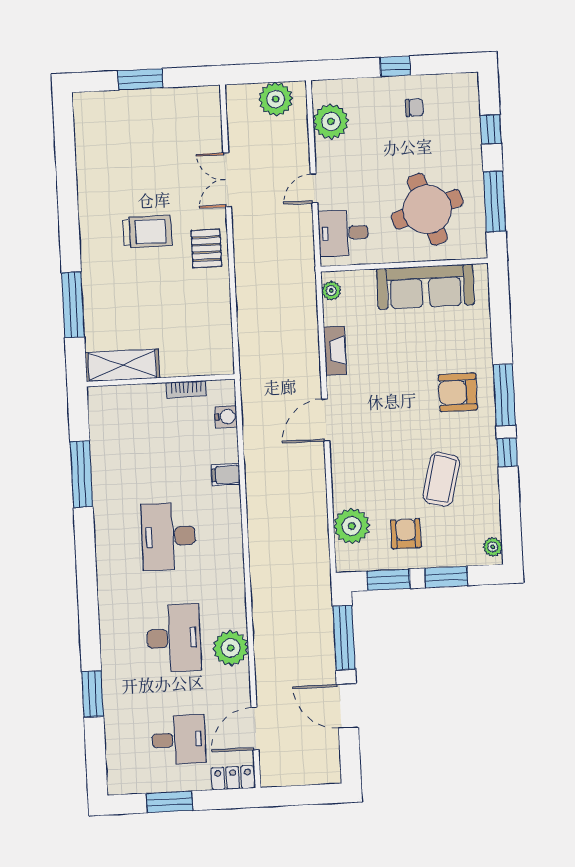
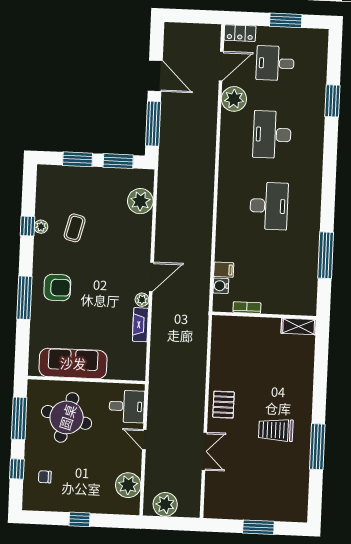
chair: (414, 108) -> (45, 477), moved
door: (314, 188) -> (144, 439), swing flipped
round table: (427, 209) -> (67, 417), turned 33
trolley: (147, 232) -> (276, 430), moved
plant: (331, 291) -> (142, 300), moved
window: (73, 305) -> (317, 447), moved
shelving: (122, 365) -> (299, 326), width x0.67, depth x0.75
window: (504, 395) -> (24, 298), moved
window: (507, 452) -> (28, 226), moved
filing cabinet: (226, 475) -> (224, 270), moved
coffee table: (441, 479) -> (75, 228), width x0.73, depth x0.77
armchair: (406, 534) -> (103, 192), removed
plant: (493, 547) -> (41, 227), moved
plant: (231, 648) -> (234, 99), moved

